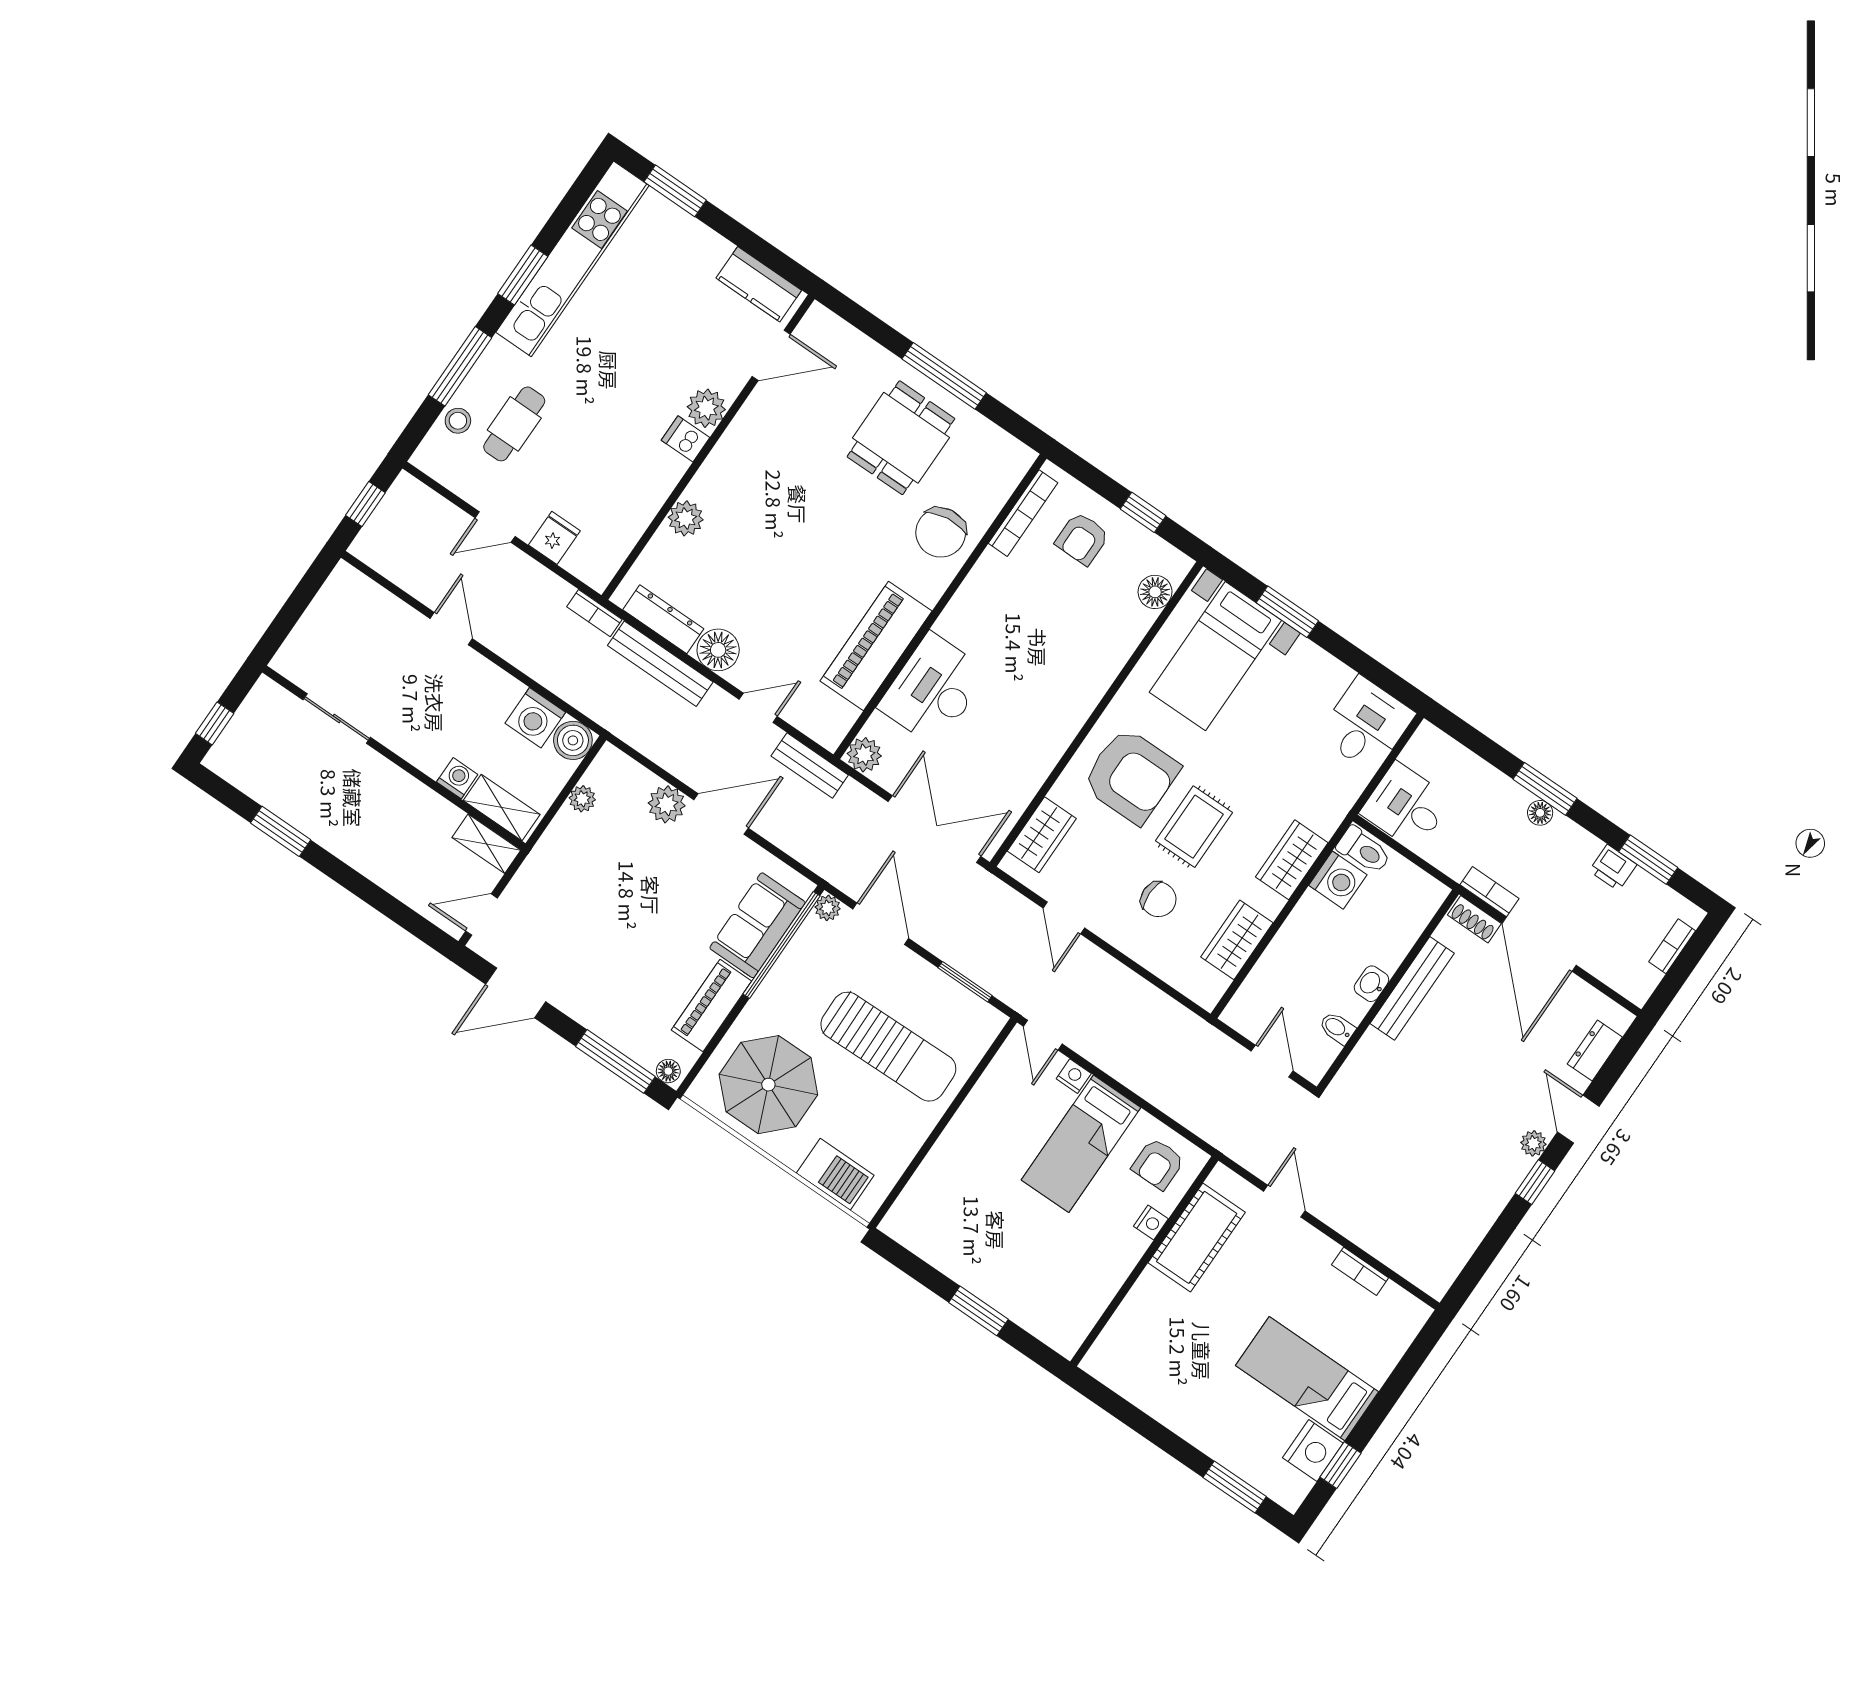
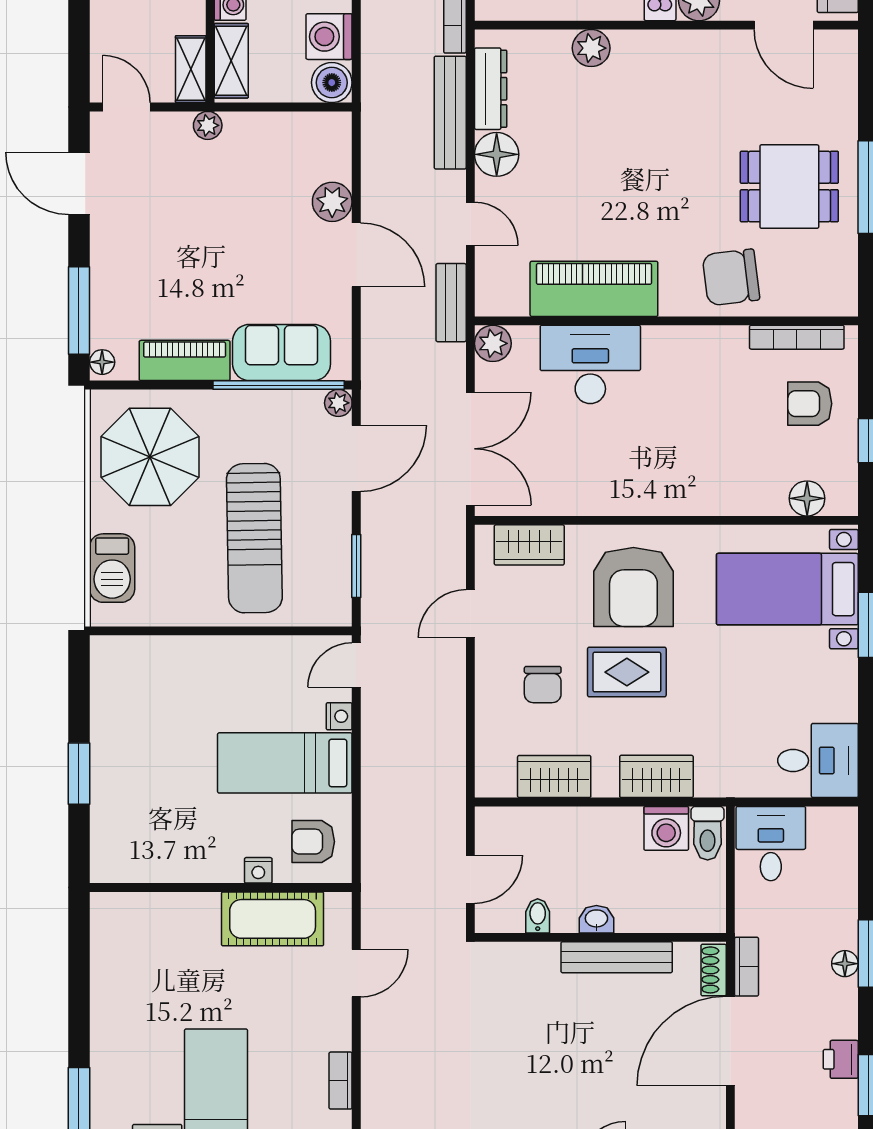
plant: (582, 799) -> (208, 125), moved

